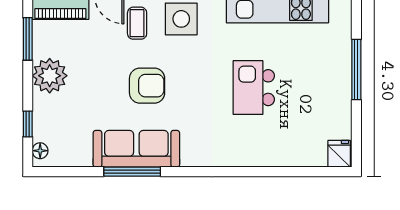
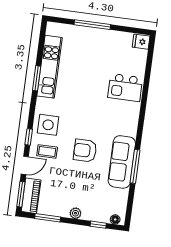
plant: (50, 76) -> (75, 213), width x0.53, depth x0.53
armchair: (147, 86) -> (85, 151), turned -90
kitchen island: (254, 88) -> (125, 88), moved

